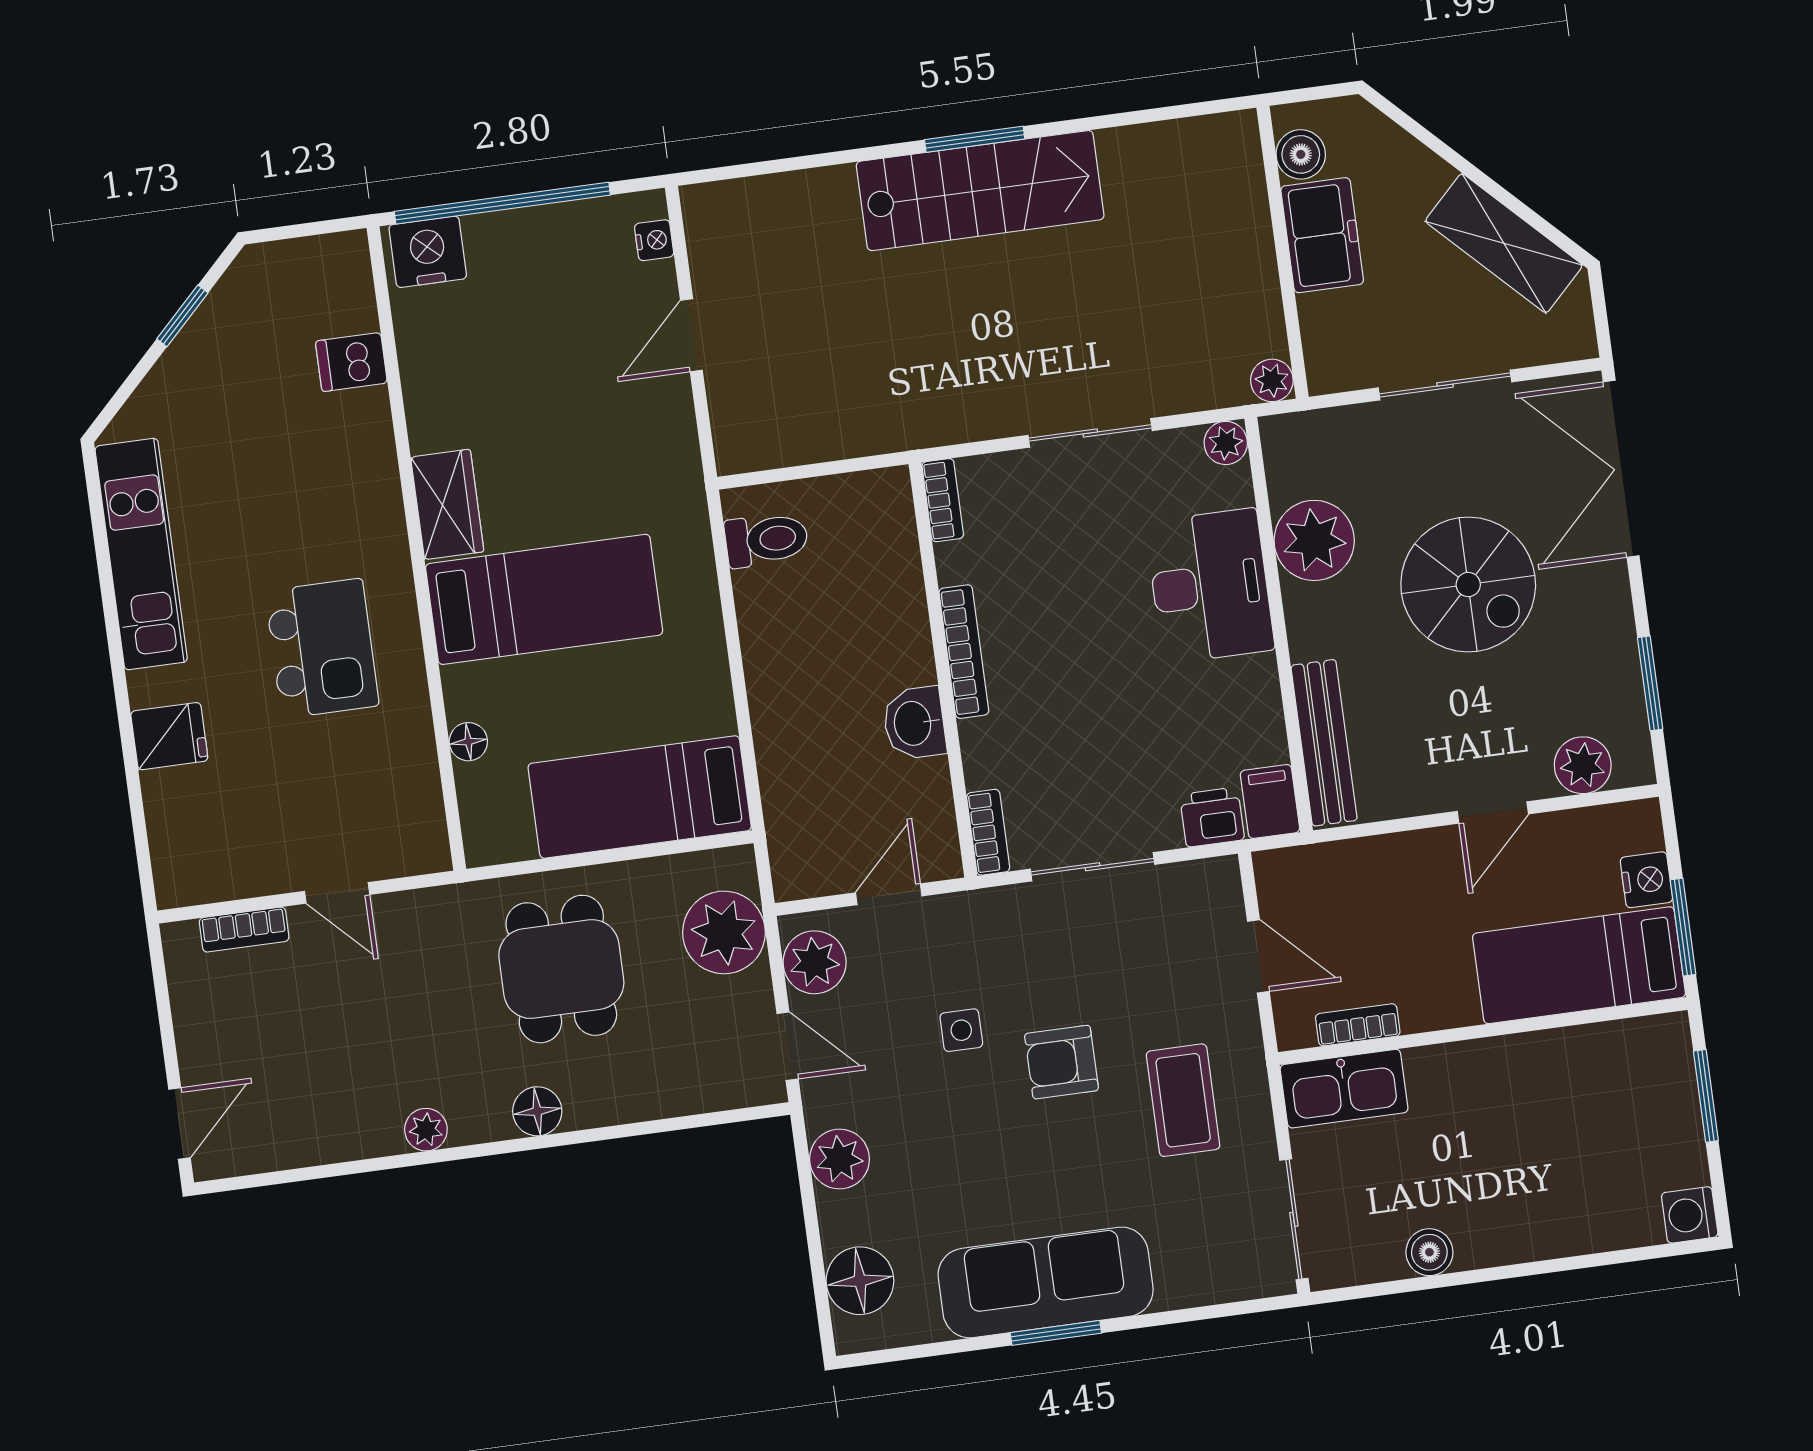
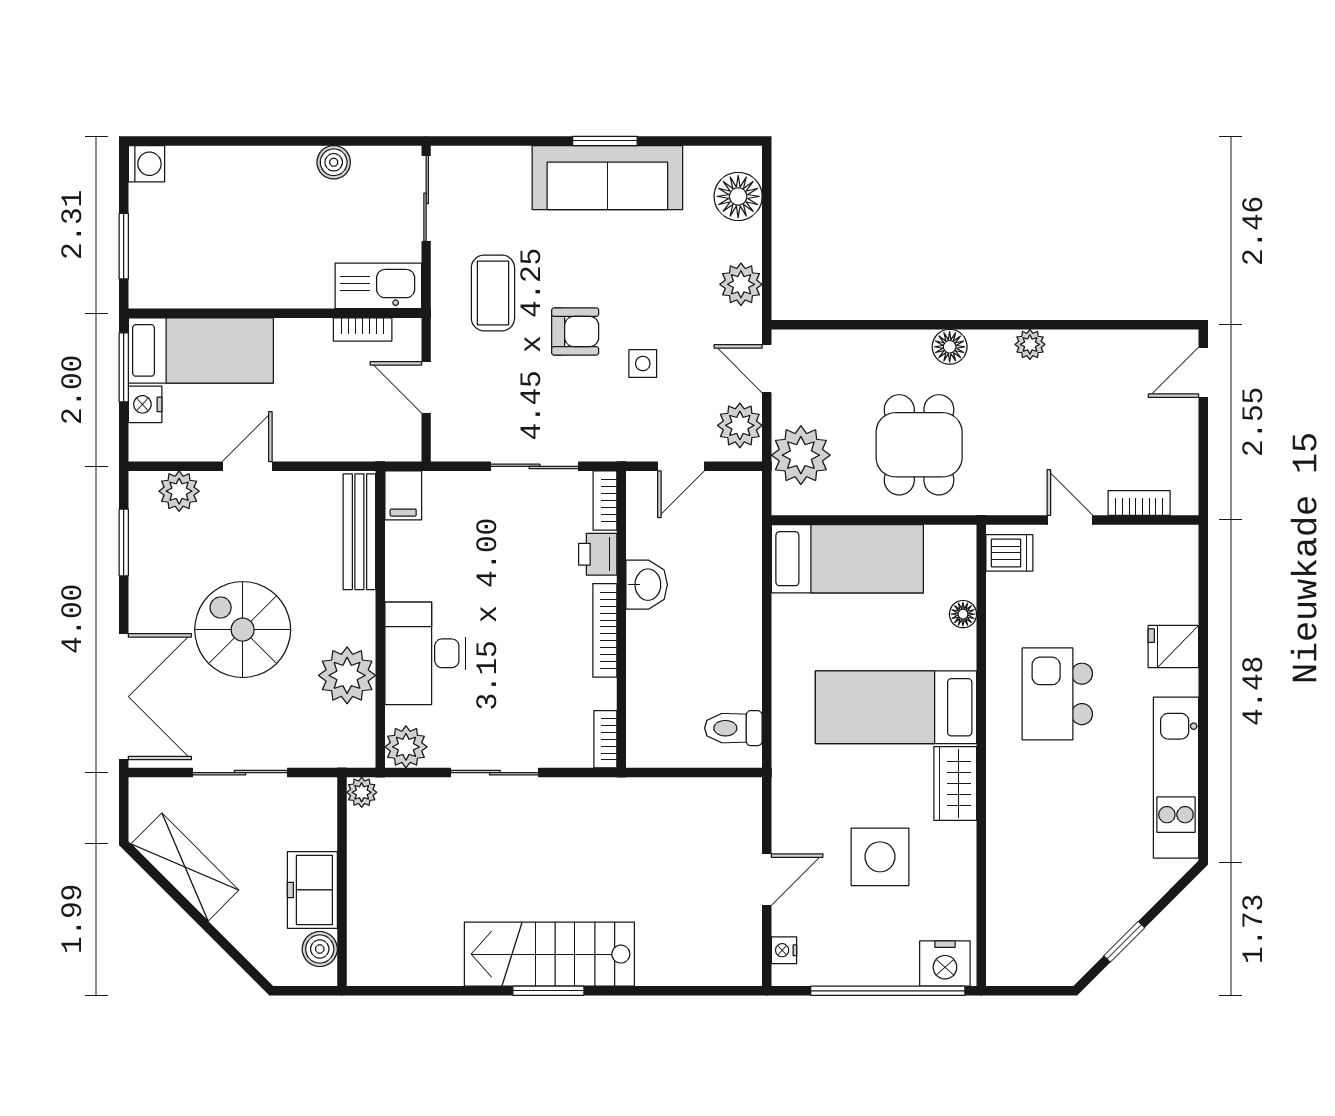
dishwasher: (351, 362) -> (1009, 553), moved
side table: (538, 388) -> (880, 857), added
plant: (1226, 443) -> (406, 747), width x1.38, depth x1.38
printer: (1212, 817) -> (598, 554), moved, turned 90

